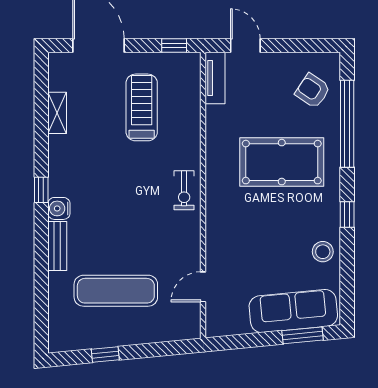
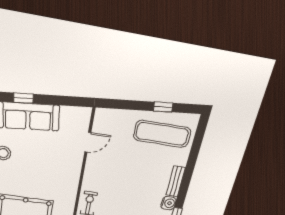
exercise mat: (116, 291) -> (162, 134), moved
window: (303, 335) -> (23, 98), width x0.67

